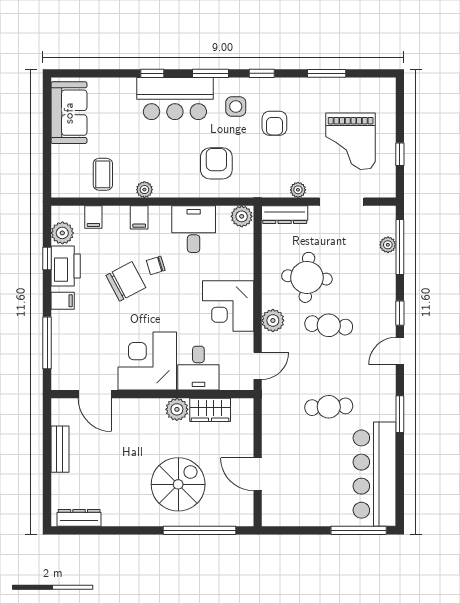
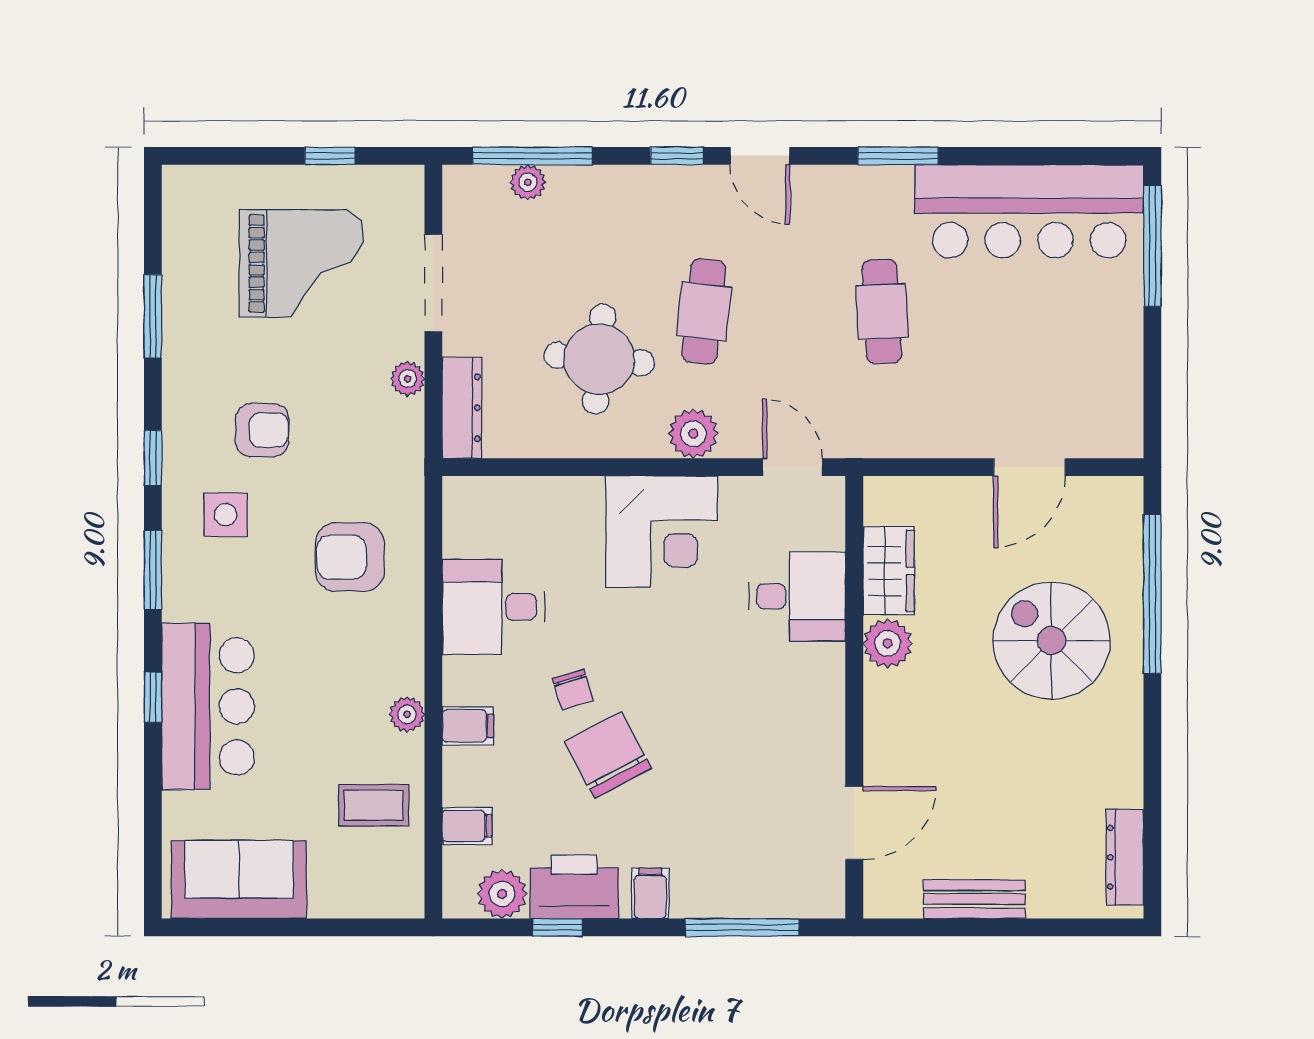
bar counter: (175, 99) -> (208, 706), moved
plant: (242, 216) -> (466, 502), removed
corner desk: (147, 361) -> (782, 708), removed

